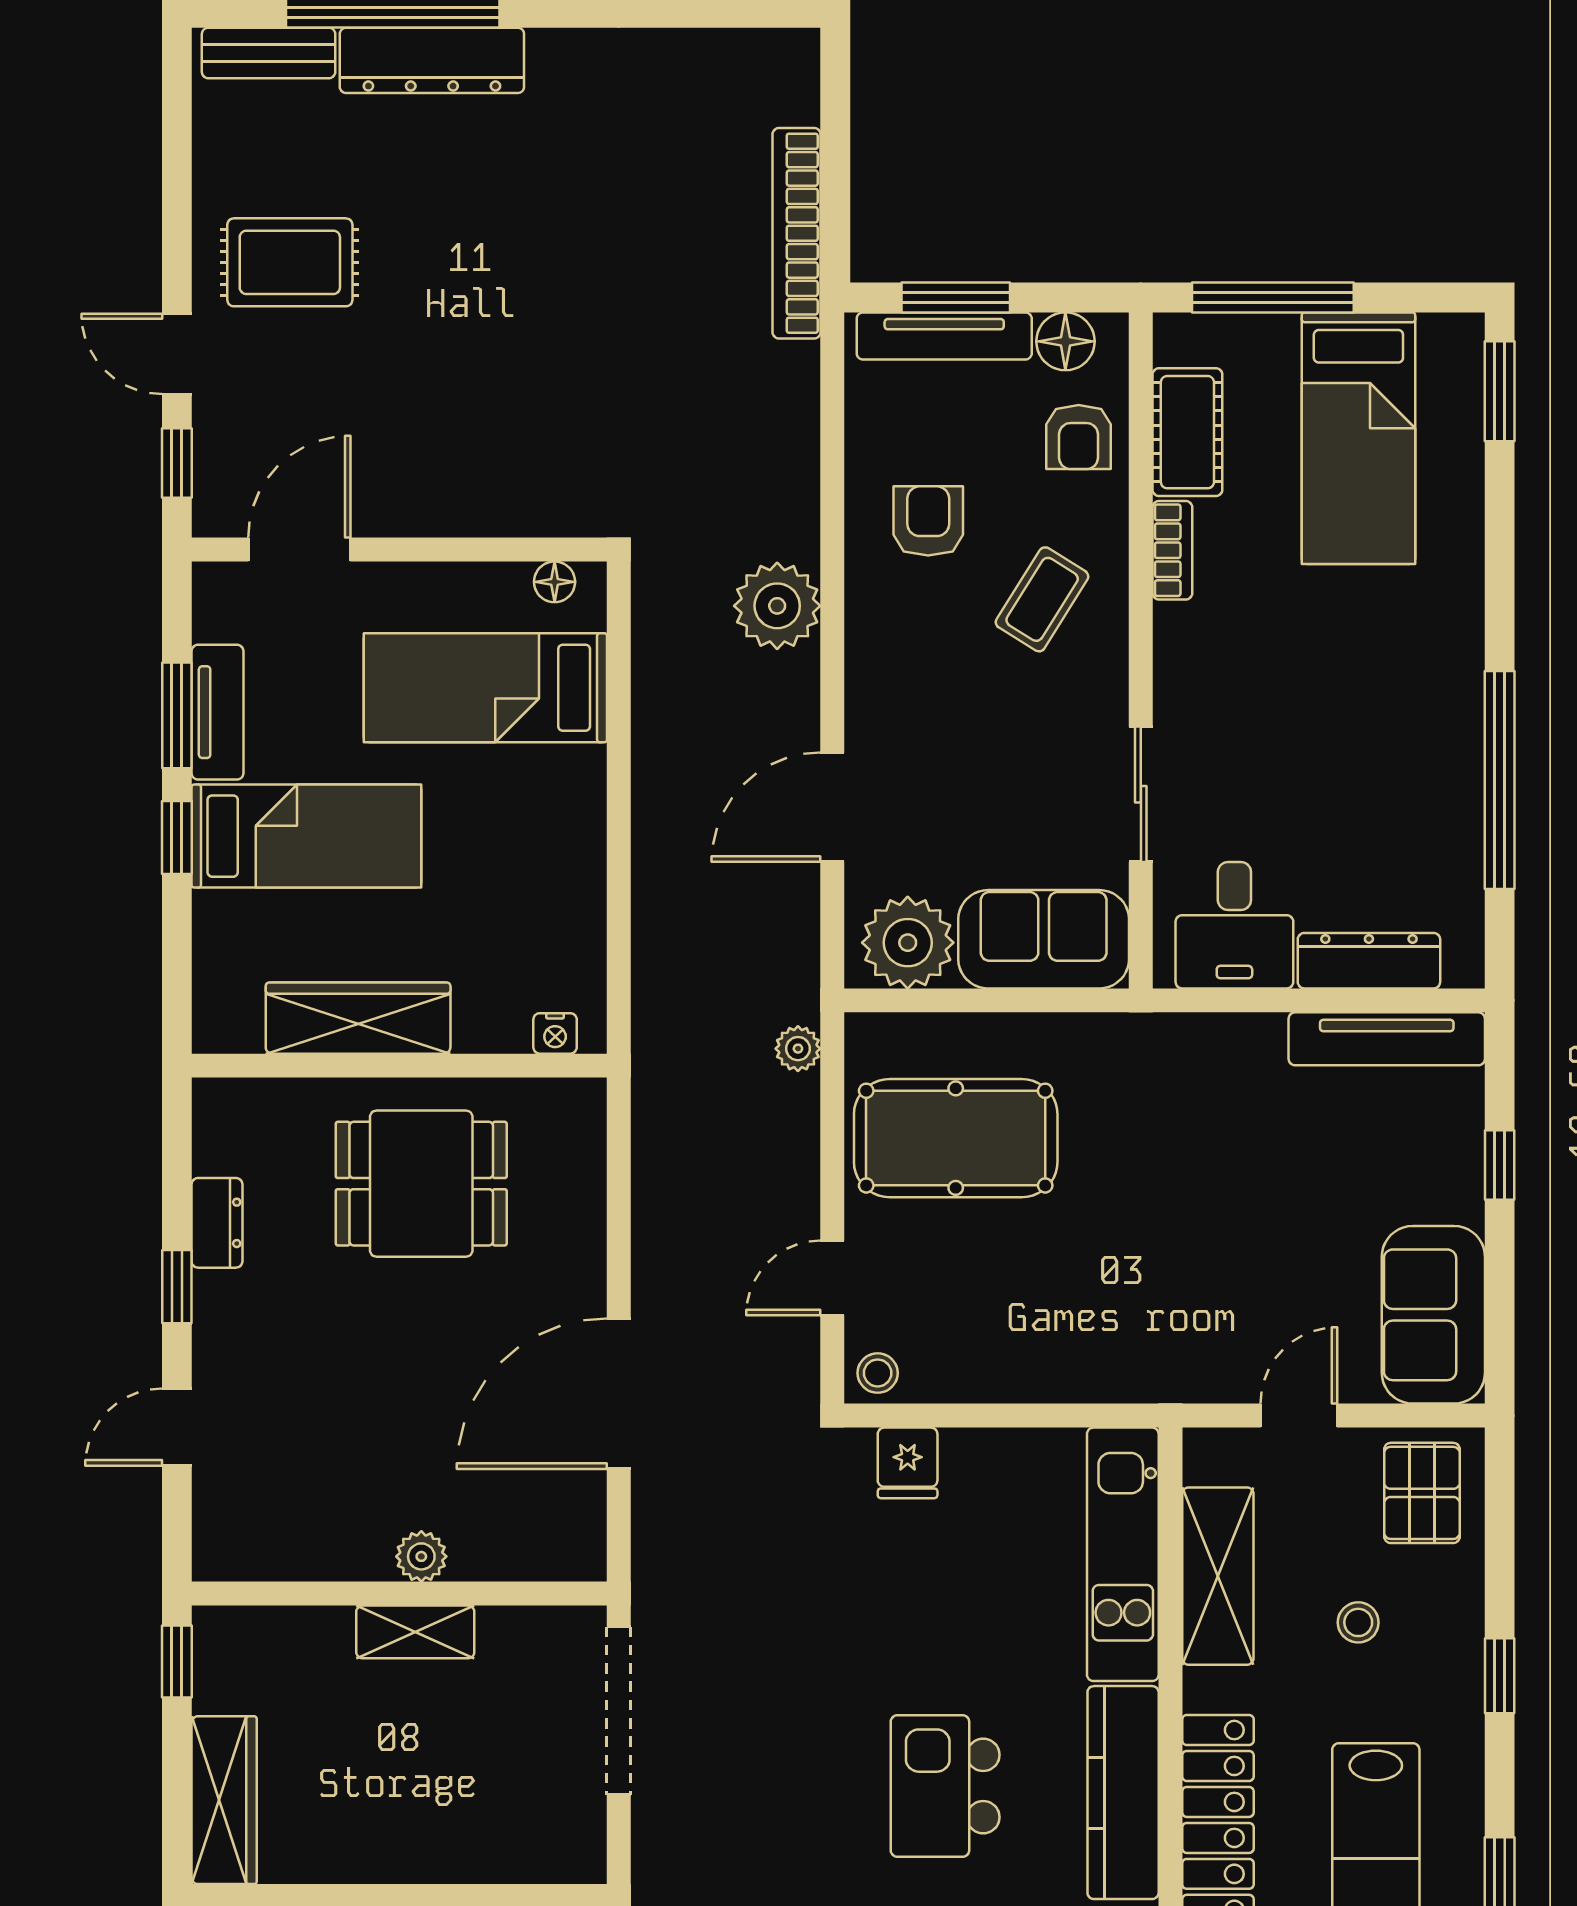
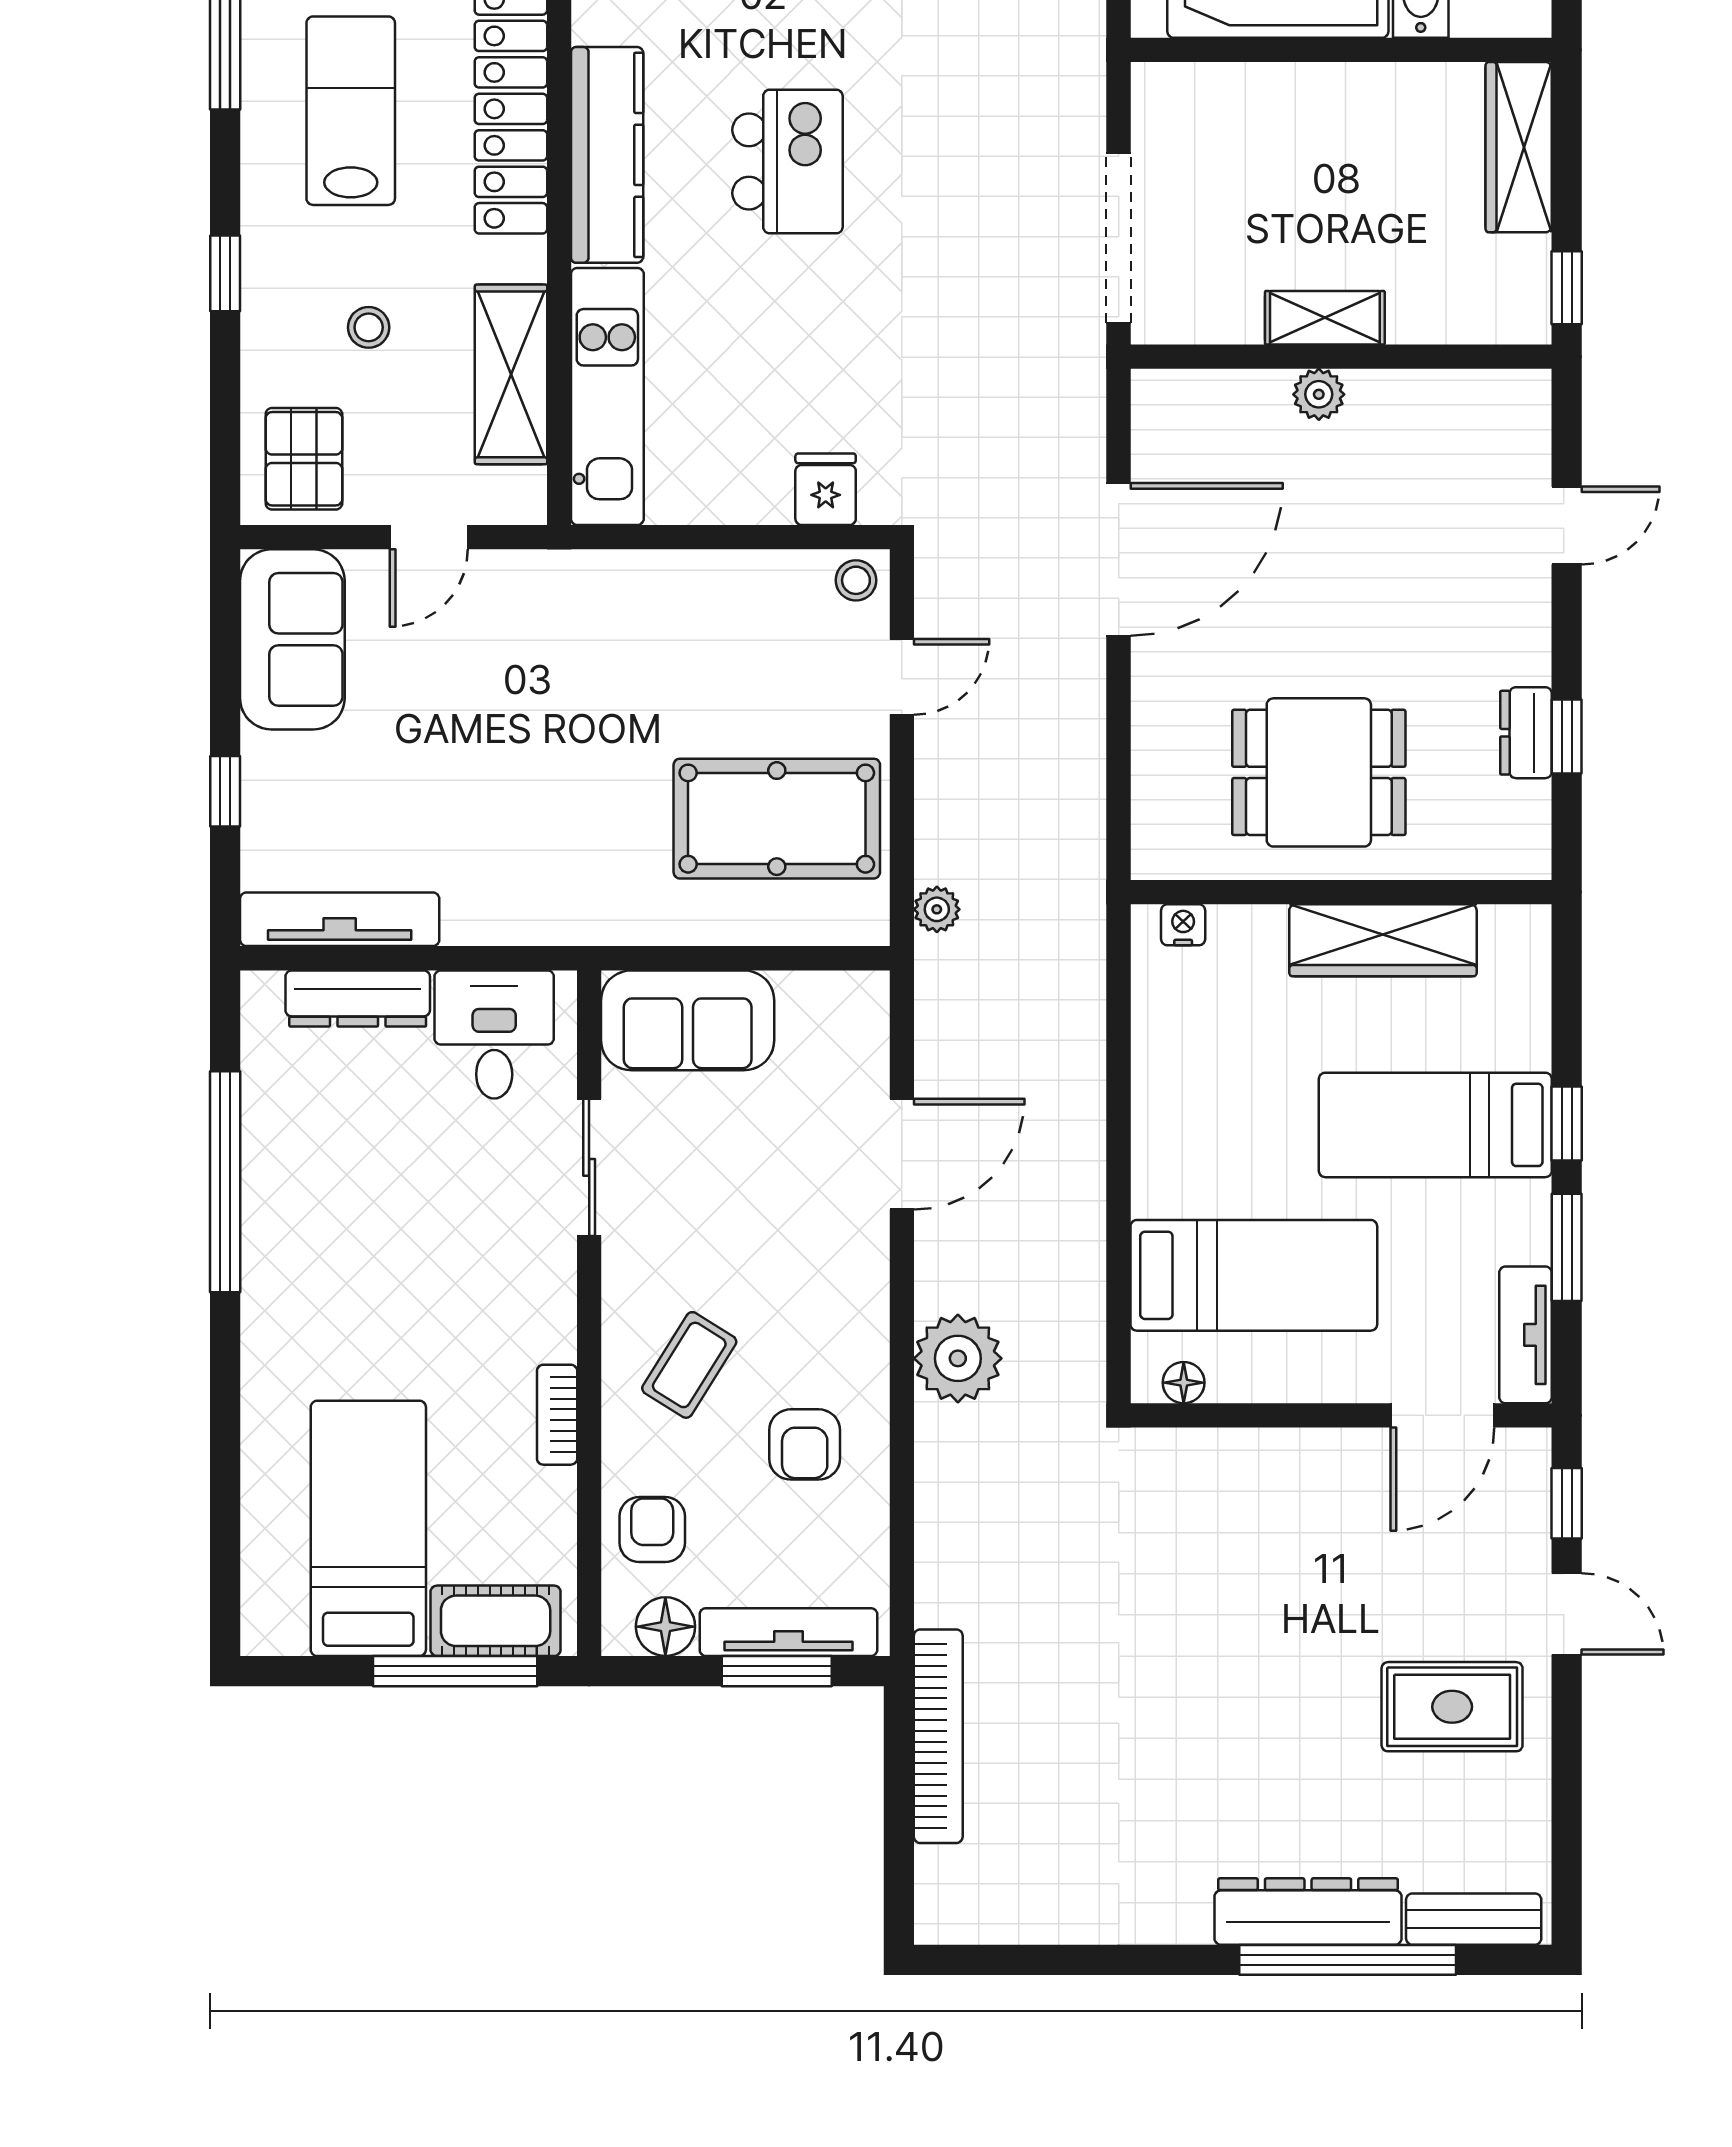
window: (1500, 391) -> (225, 1576), removed
cot: (1187, 432) -> (496, 1621), moved, turned 90
tv unit: (217, 712) -> (1525, 1335), moved
plant: (908, 943) -> (825, 1017), removed
window: (177, 1287) -> (1567, 736), moved

